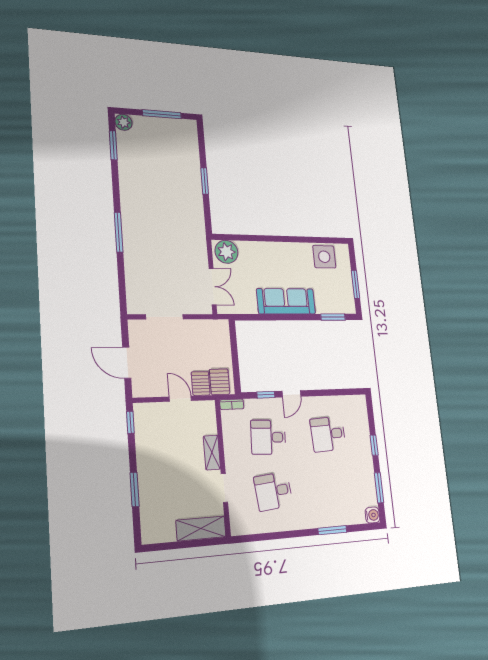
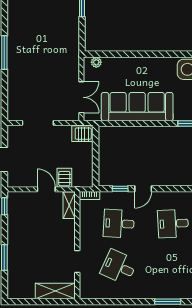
plant: (226, 252) -> (96, 62), width x0.53, depth x0.53
sofa: (286, 301) -> (137, 107), width x1.36, depth x1.27
server rack: (220, 382) -> (82, 134), moved, turned -90
shelving: (212, 453) -> (69, 205), moved
desk: (273, 491) -> (119, 267), turned 30

